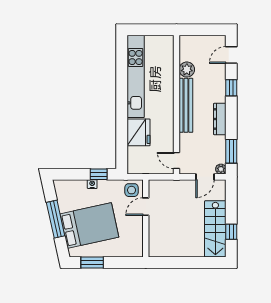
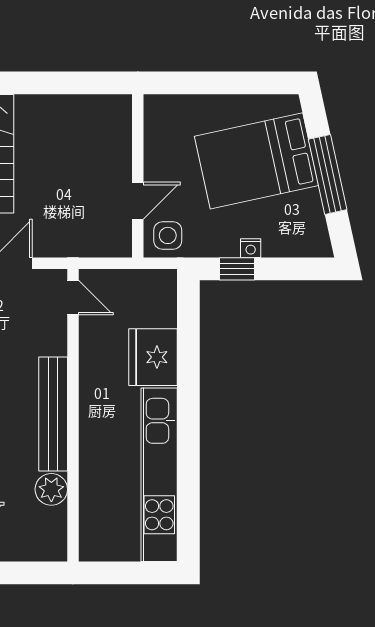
window: (92, 263) -> (251, 83), removed

